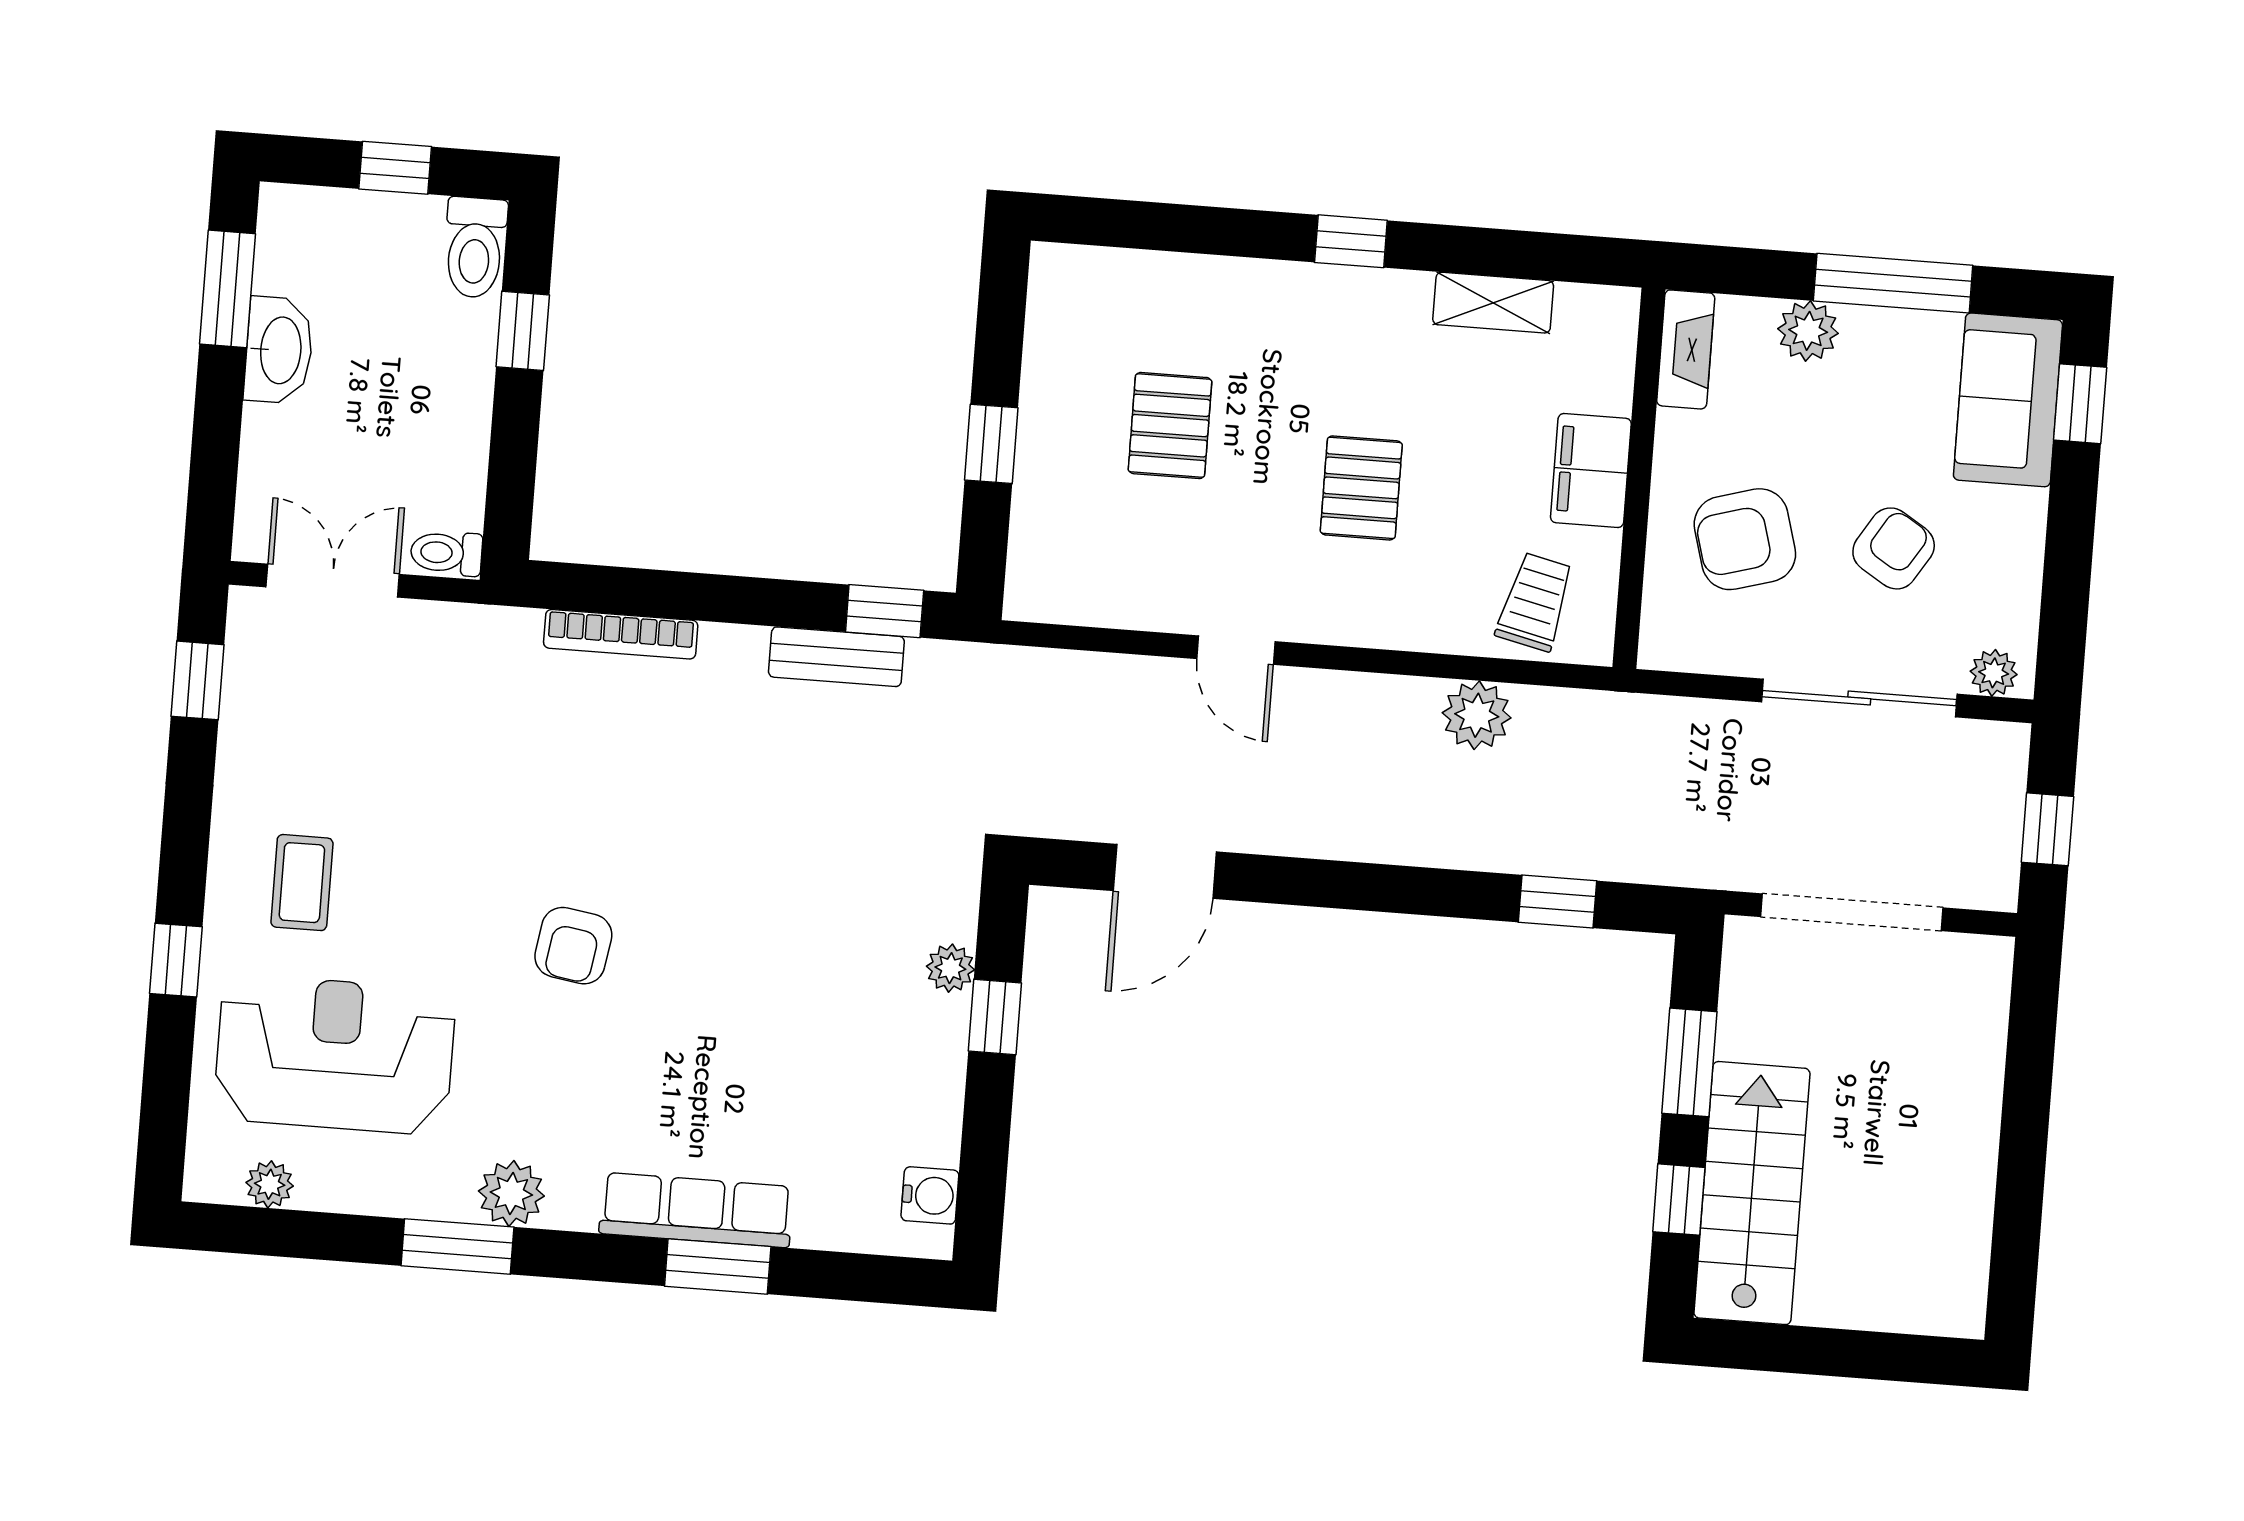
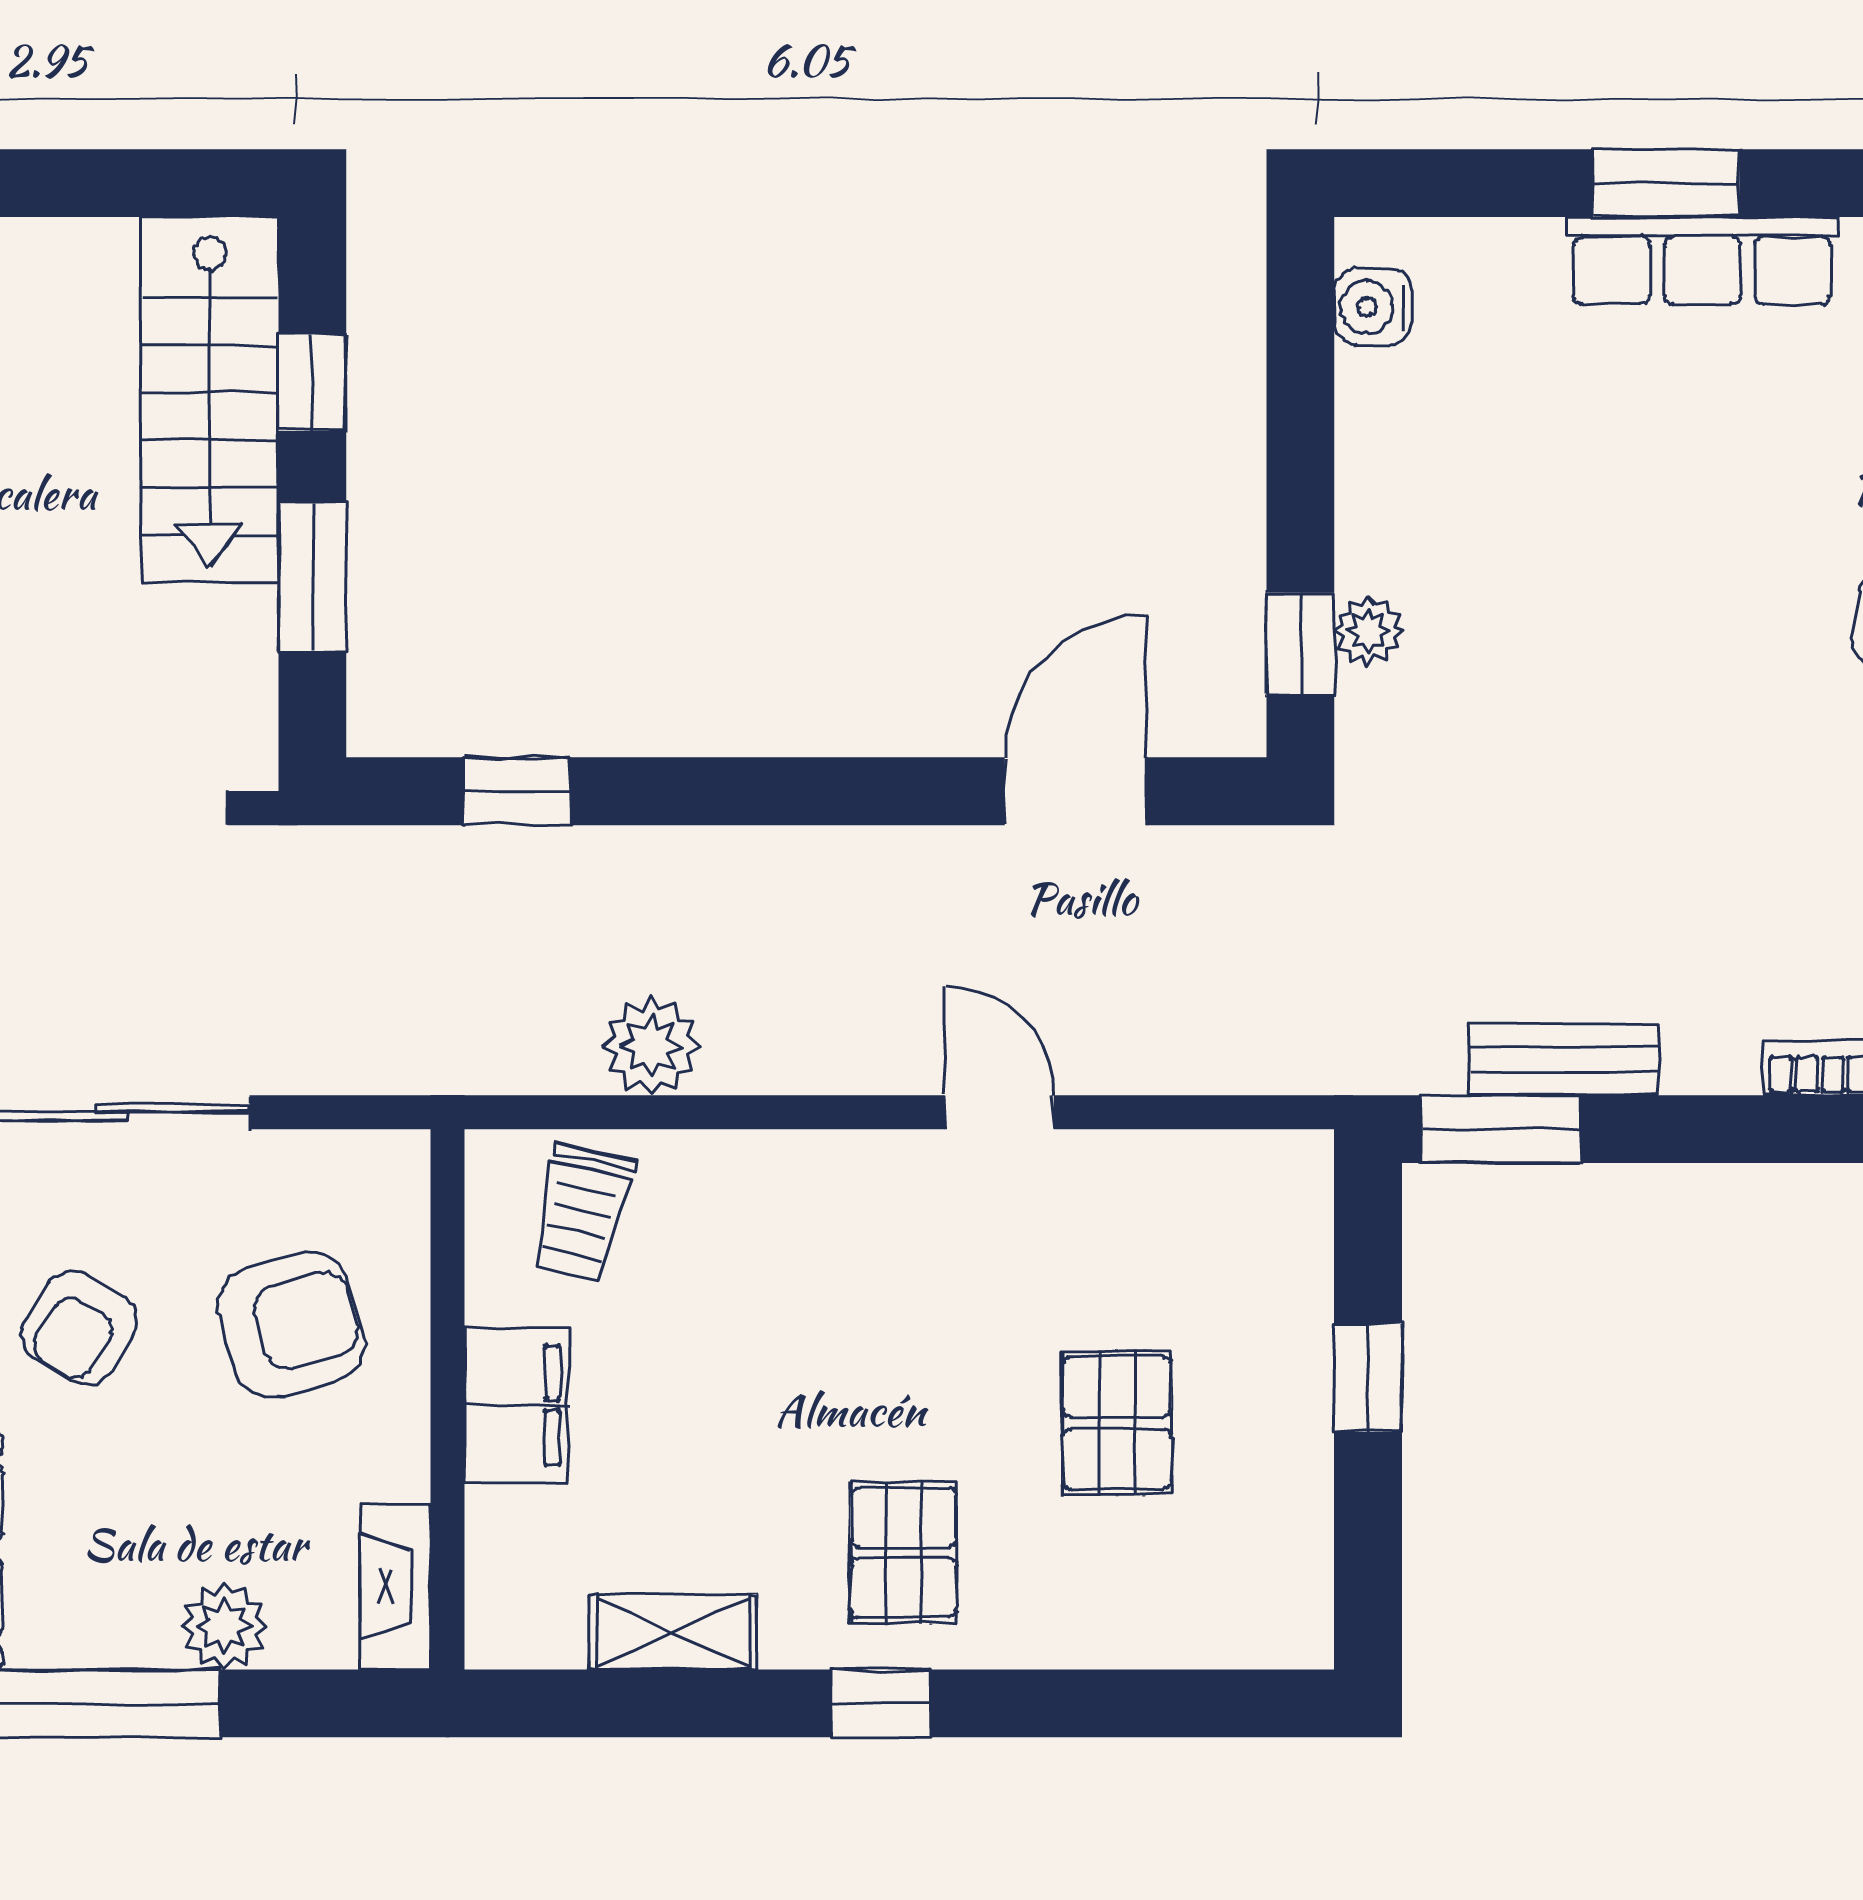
pallet: (1361, 488) -> (904, 1553), moved
window: (885, 611) -> (1501, 1129), width x1.50
window: (995, 1017) -> (1300, 644), moved

